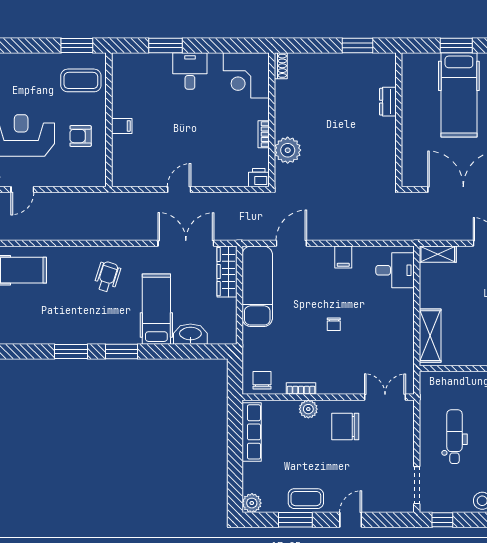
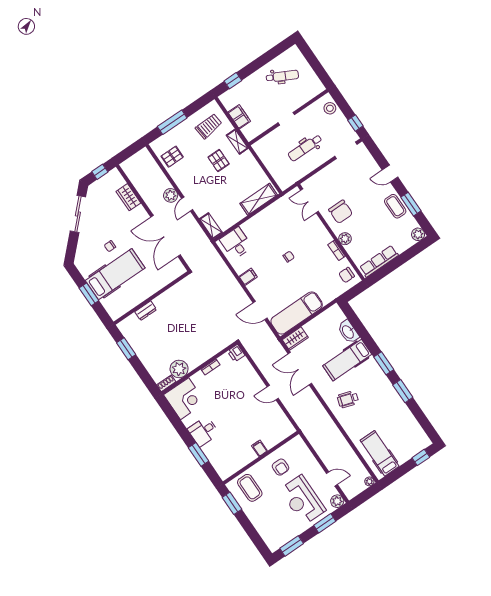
plant: (288, 150) -> (179, 369), moved
wardrobe: (227, 272) -> (295, 339), width x0.67

